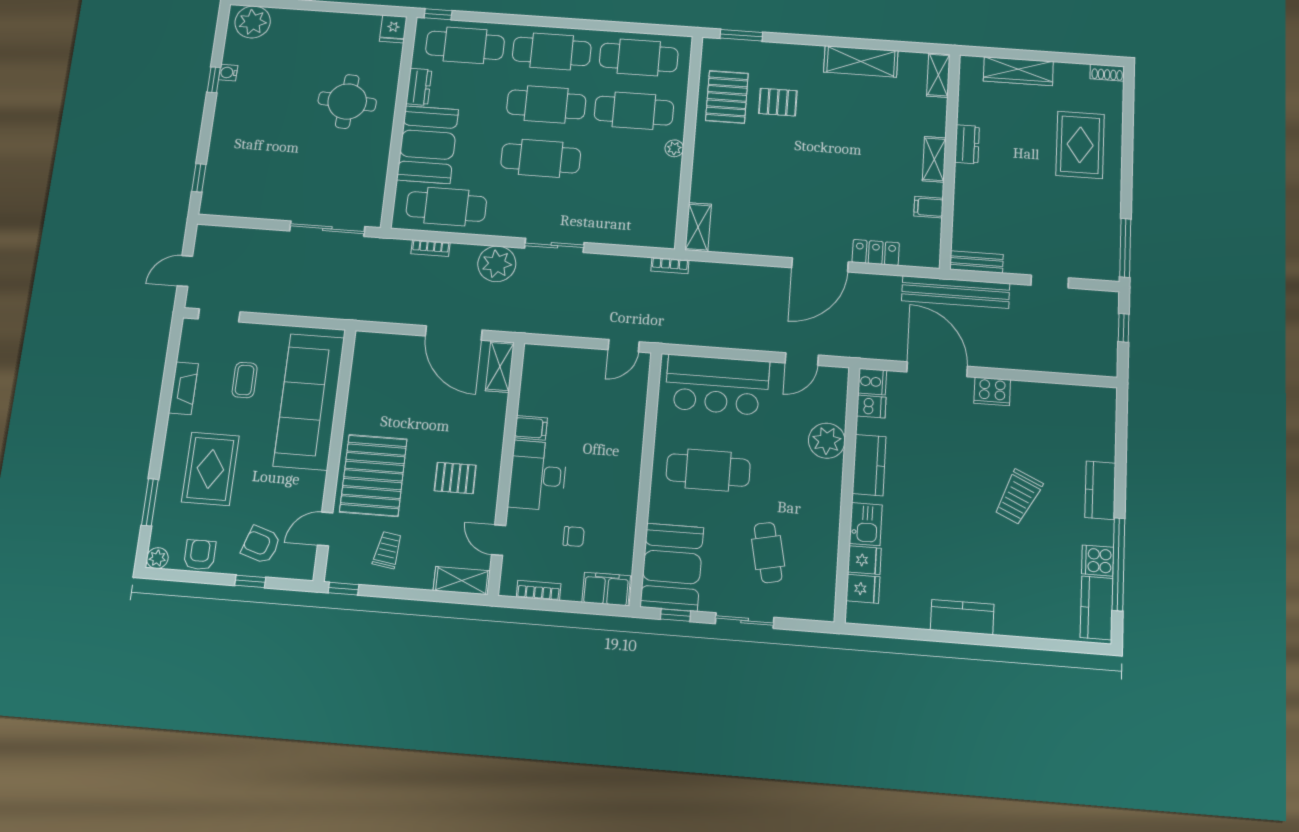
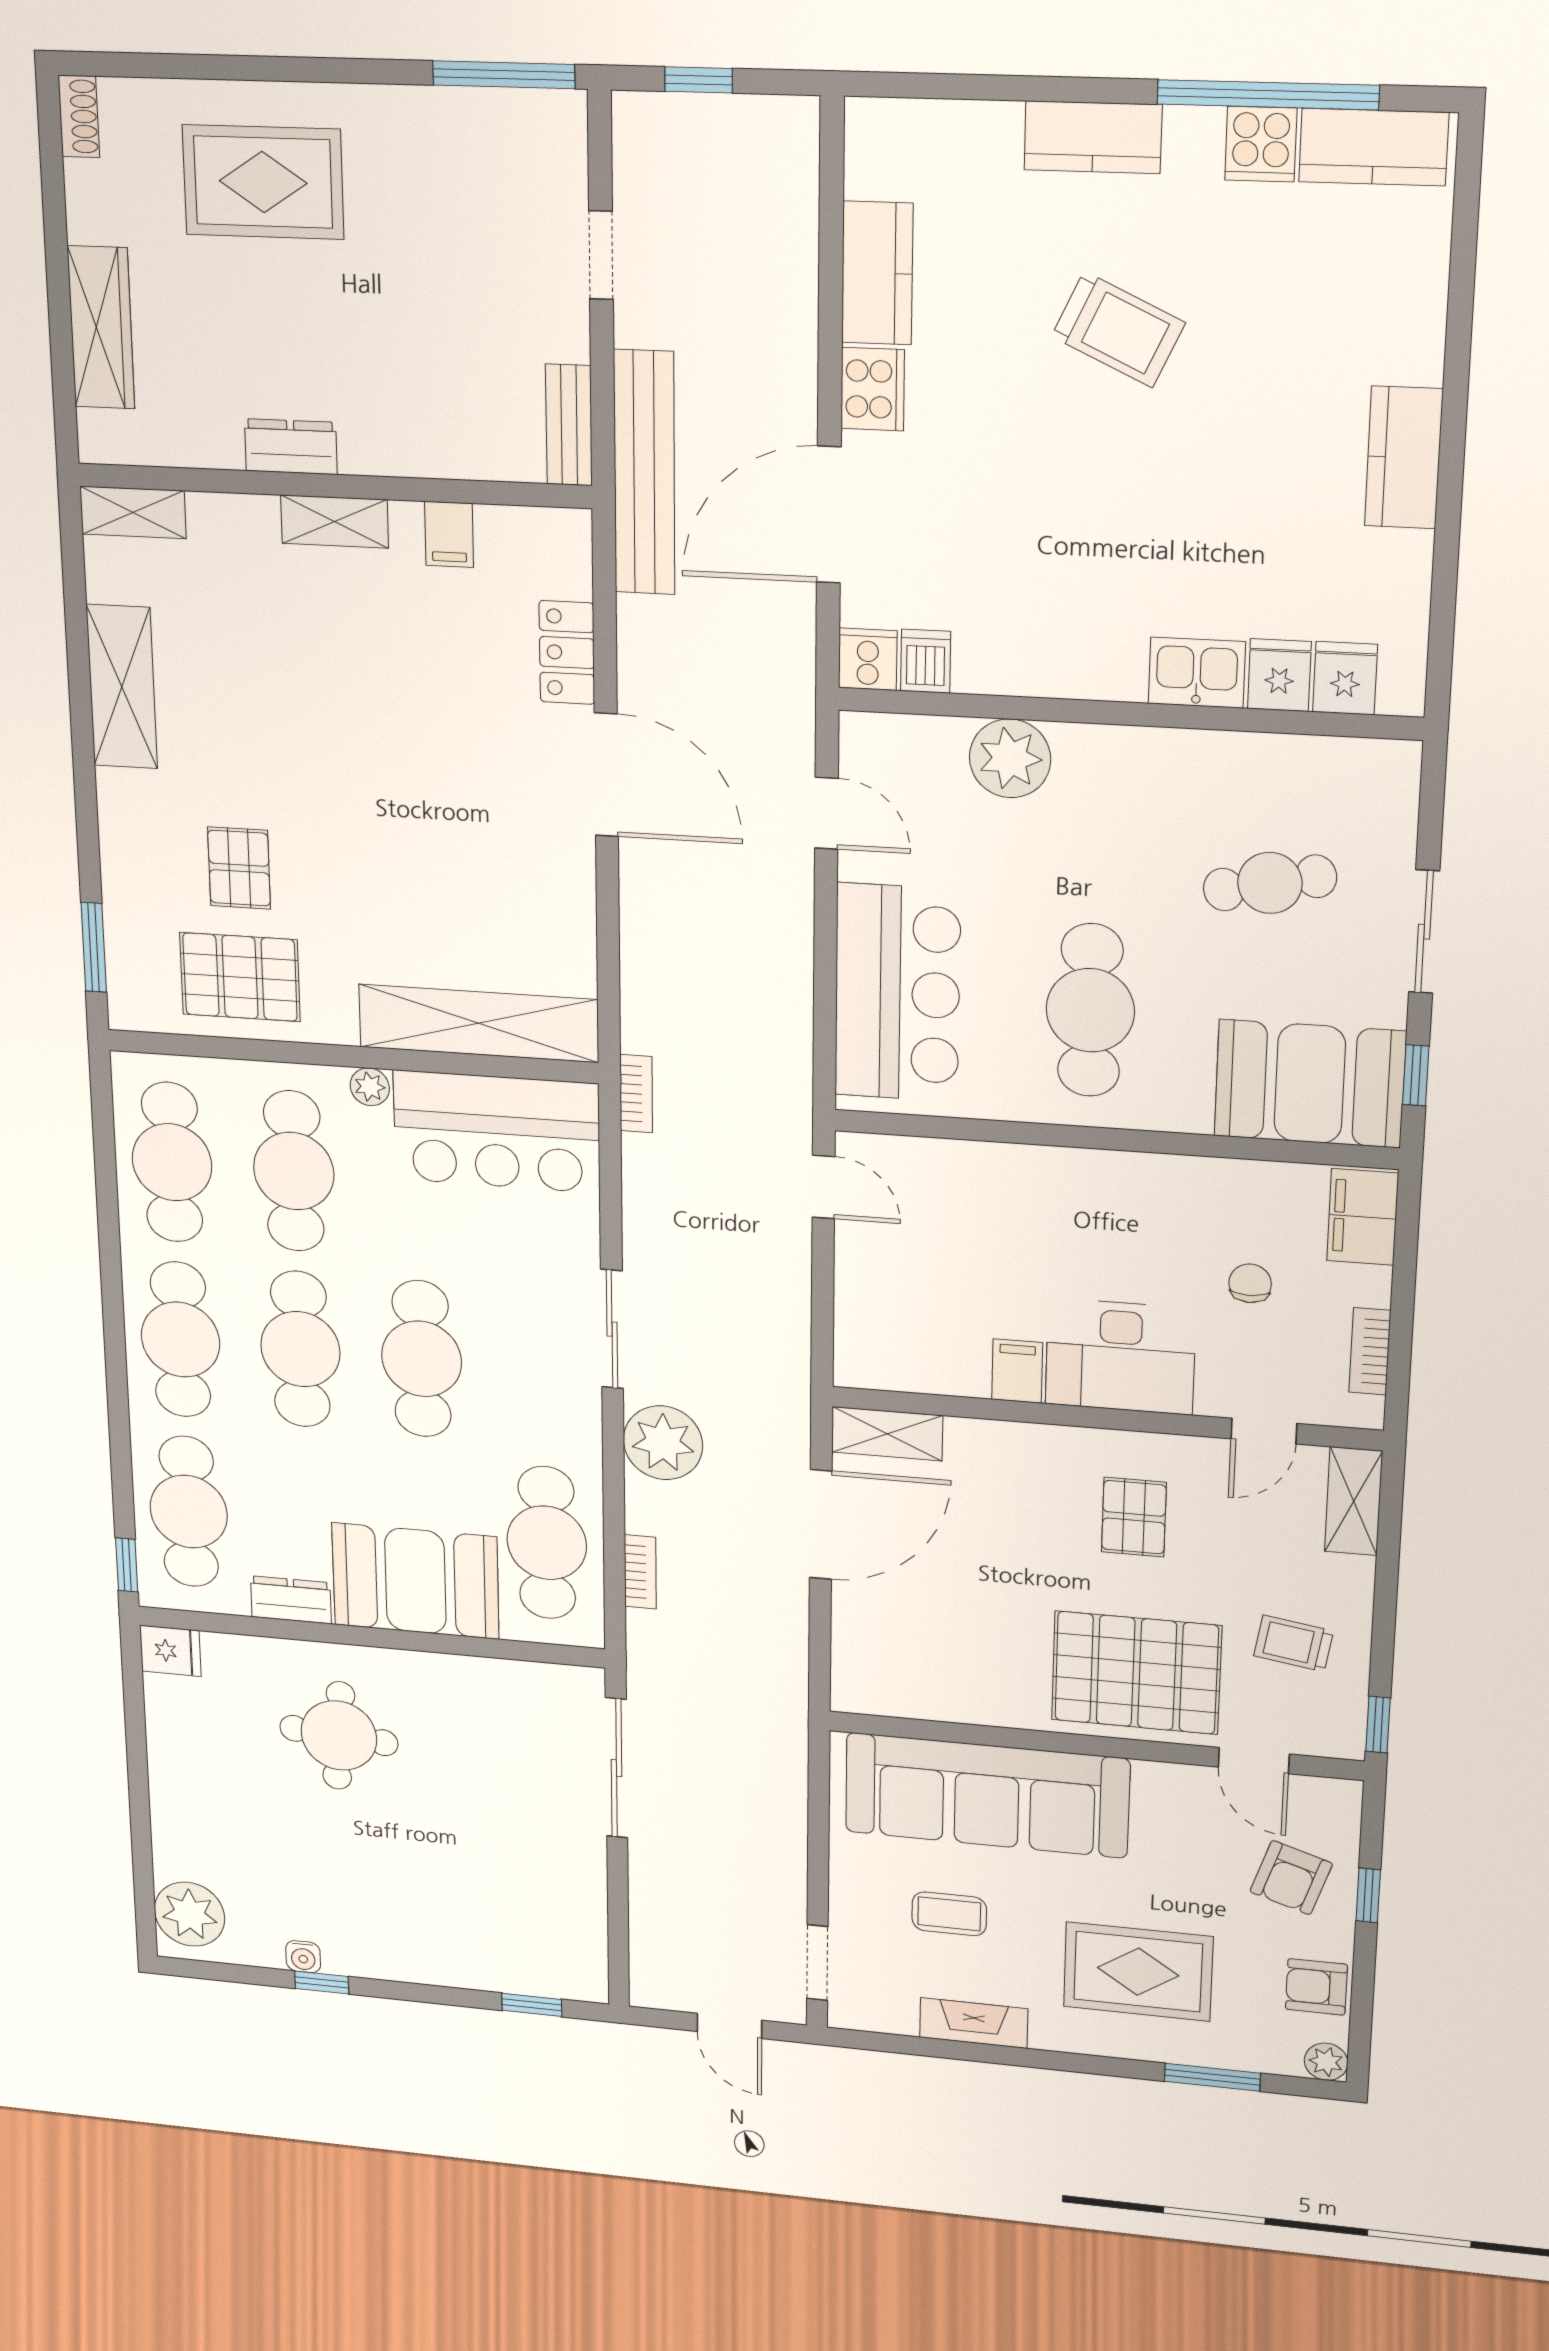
bar counter: (652, 202) -> (497, 1132), added
shelving: (698, 227) -> (478, 1023), width x2.20, depth x1.33
kitchen counter: (869, 465) -> (877, 273), moved, turned 90

